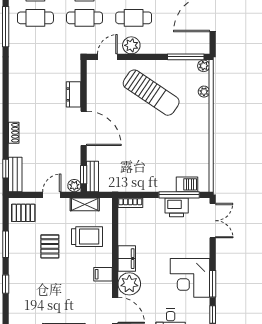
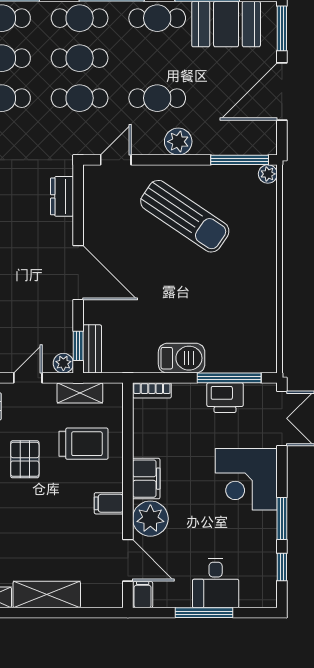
plant: (131, 45) -> (178, 142), moved
plant: (204, 92) -> (268, 215), removed
dresser: (73, 94) -> (62, 196), moved
barbecue: (187, 184) -> (182, 358), moved, width x1.38, depth x1.27
corner desk: (190, 278) -> (246, 479), moved

